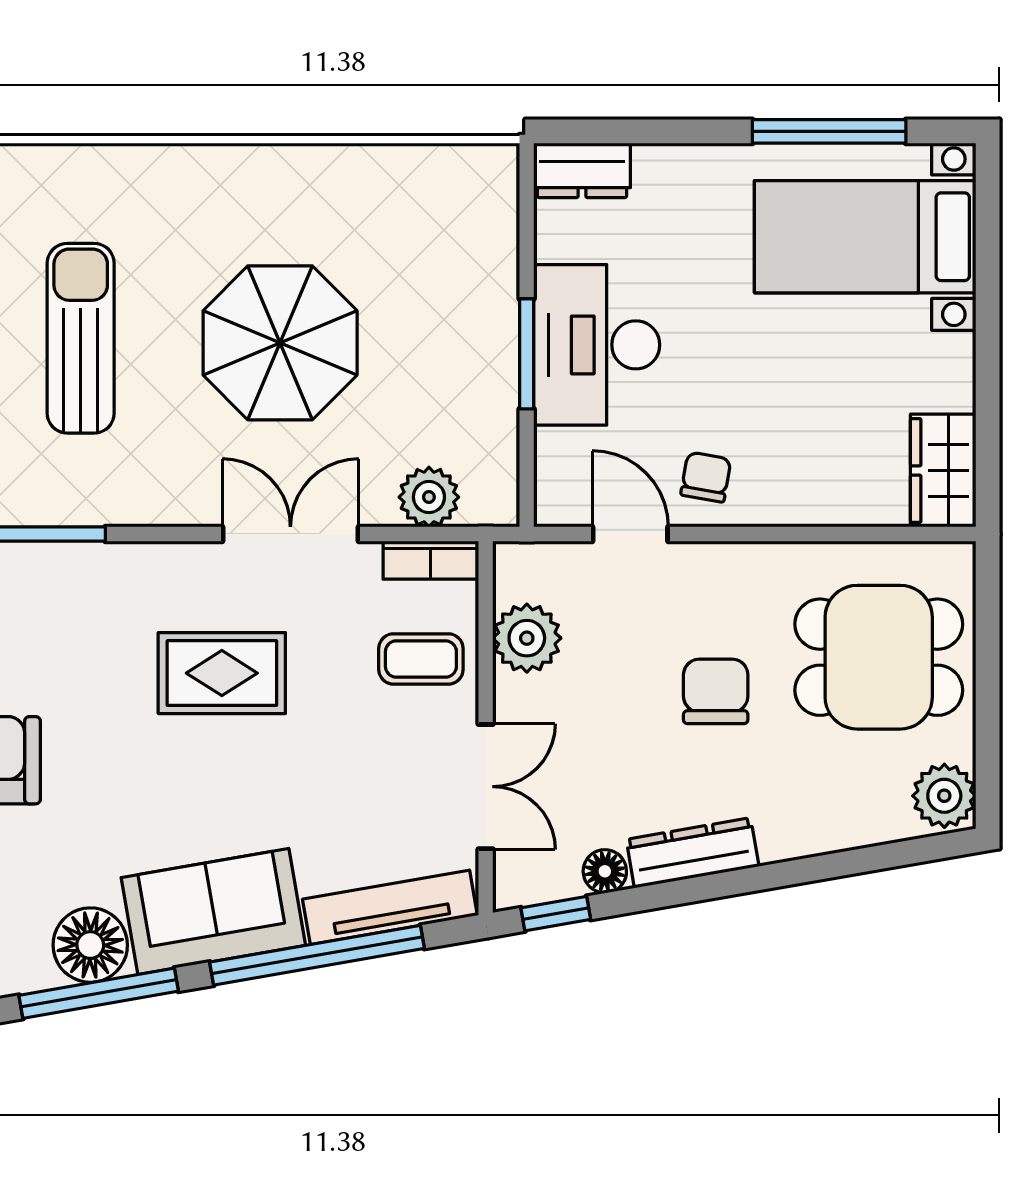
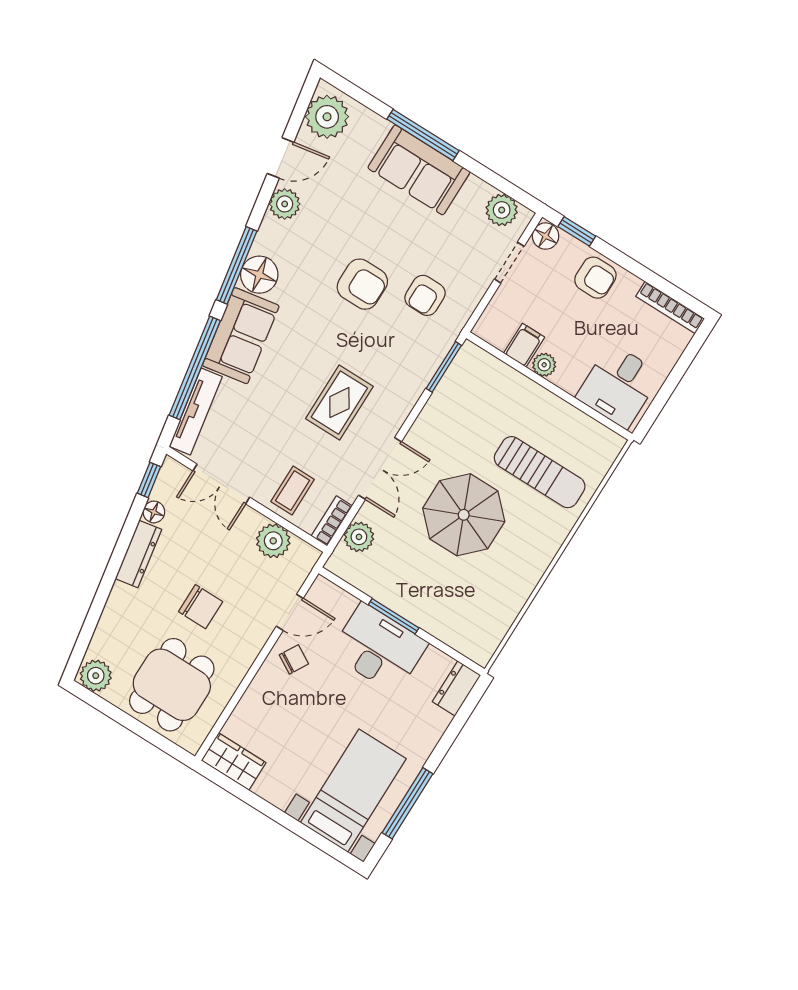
sun lounger: (81, 338) -> (540, 472), moved
chair: (706, 477) -> (294, 659), turned -70

